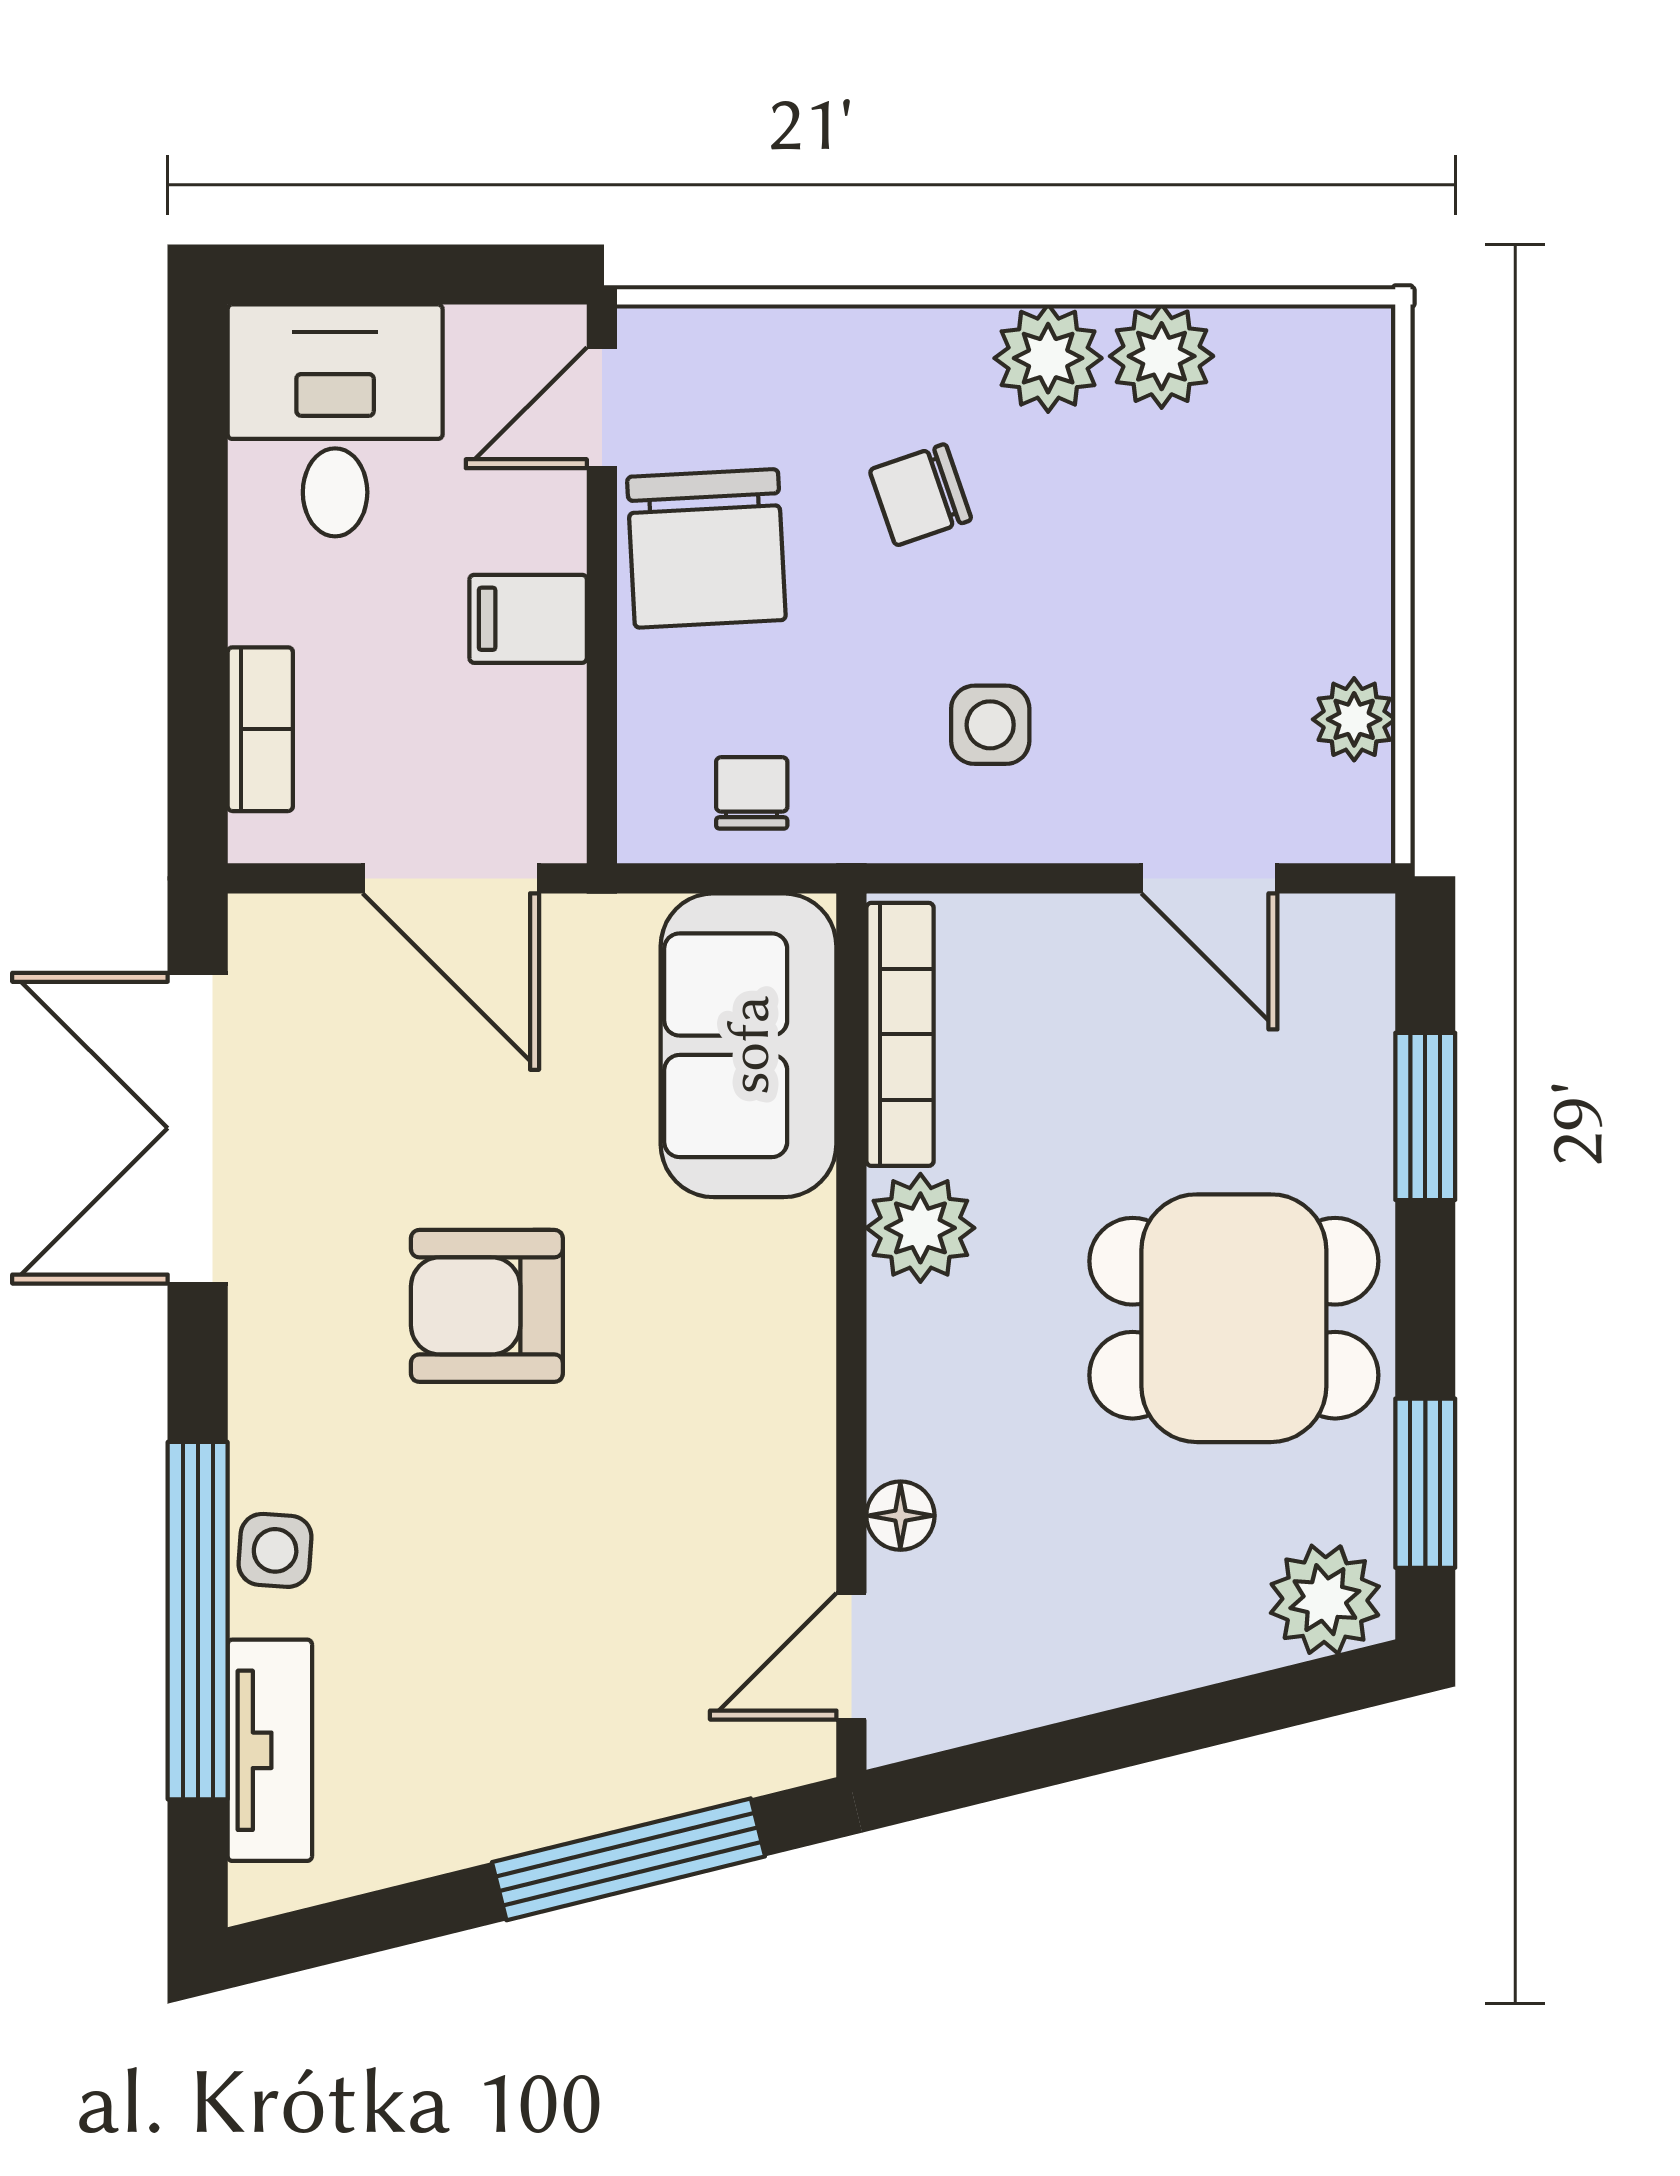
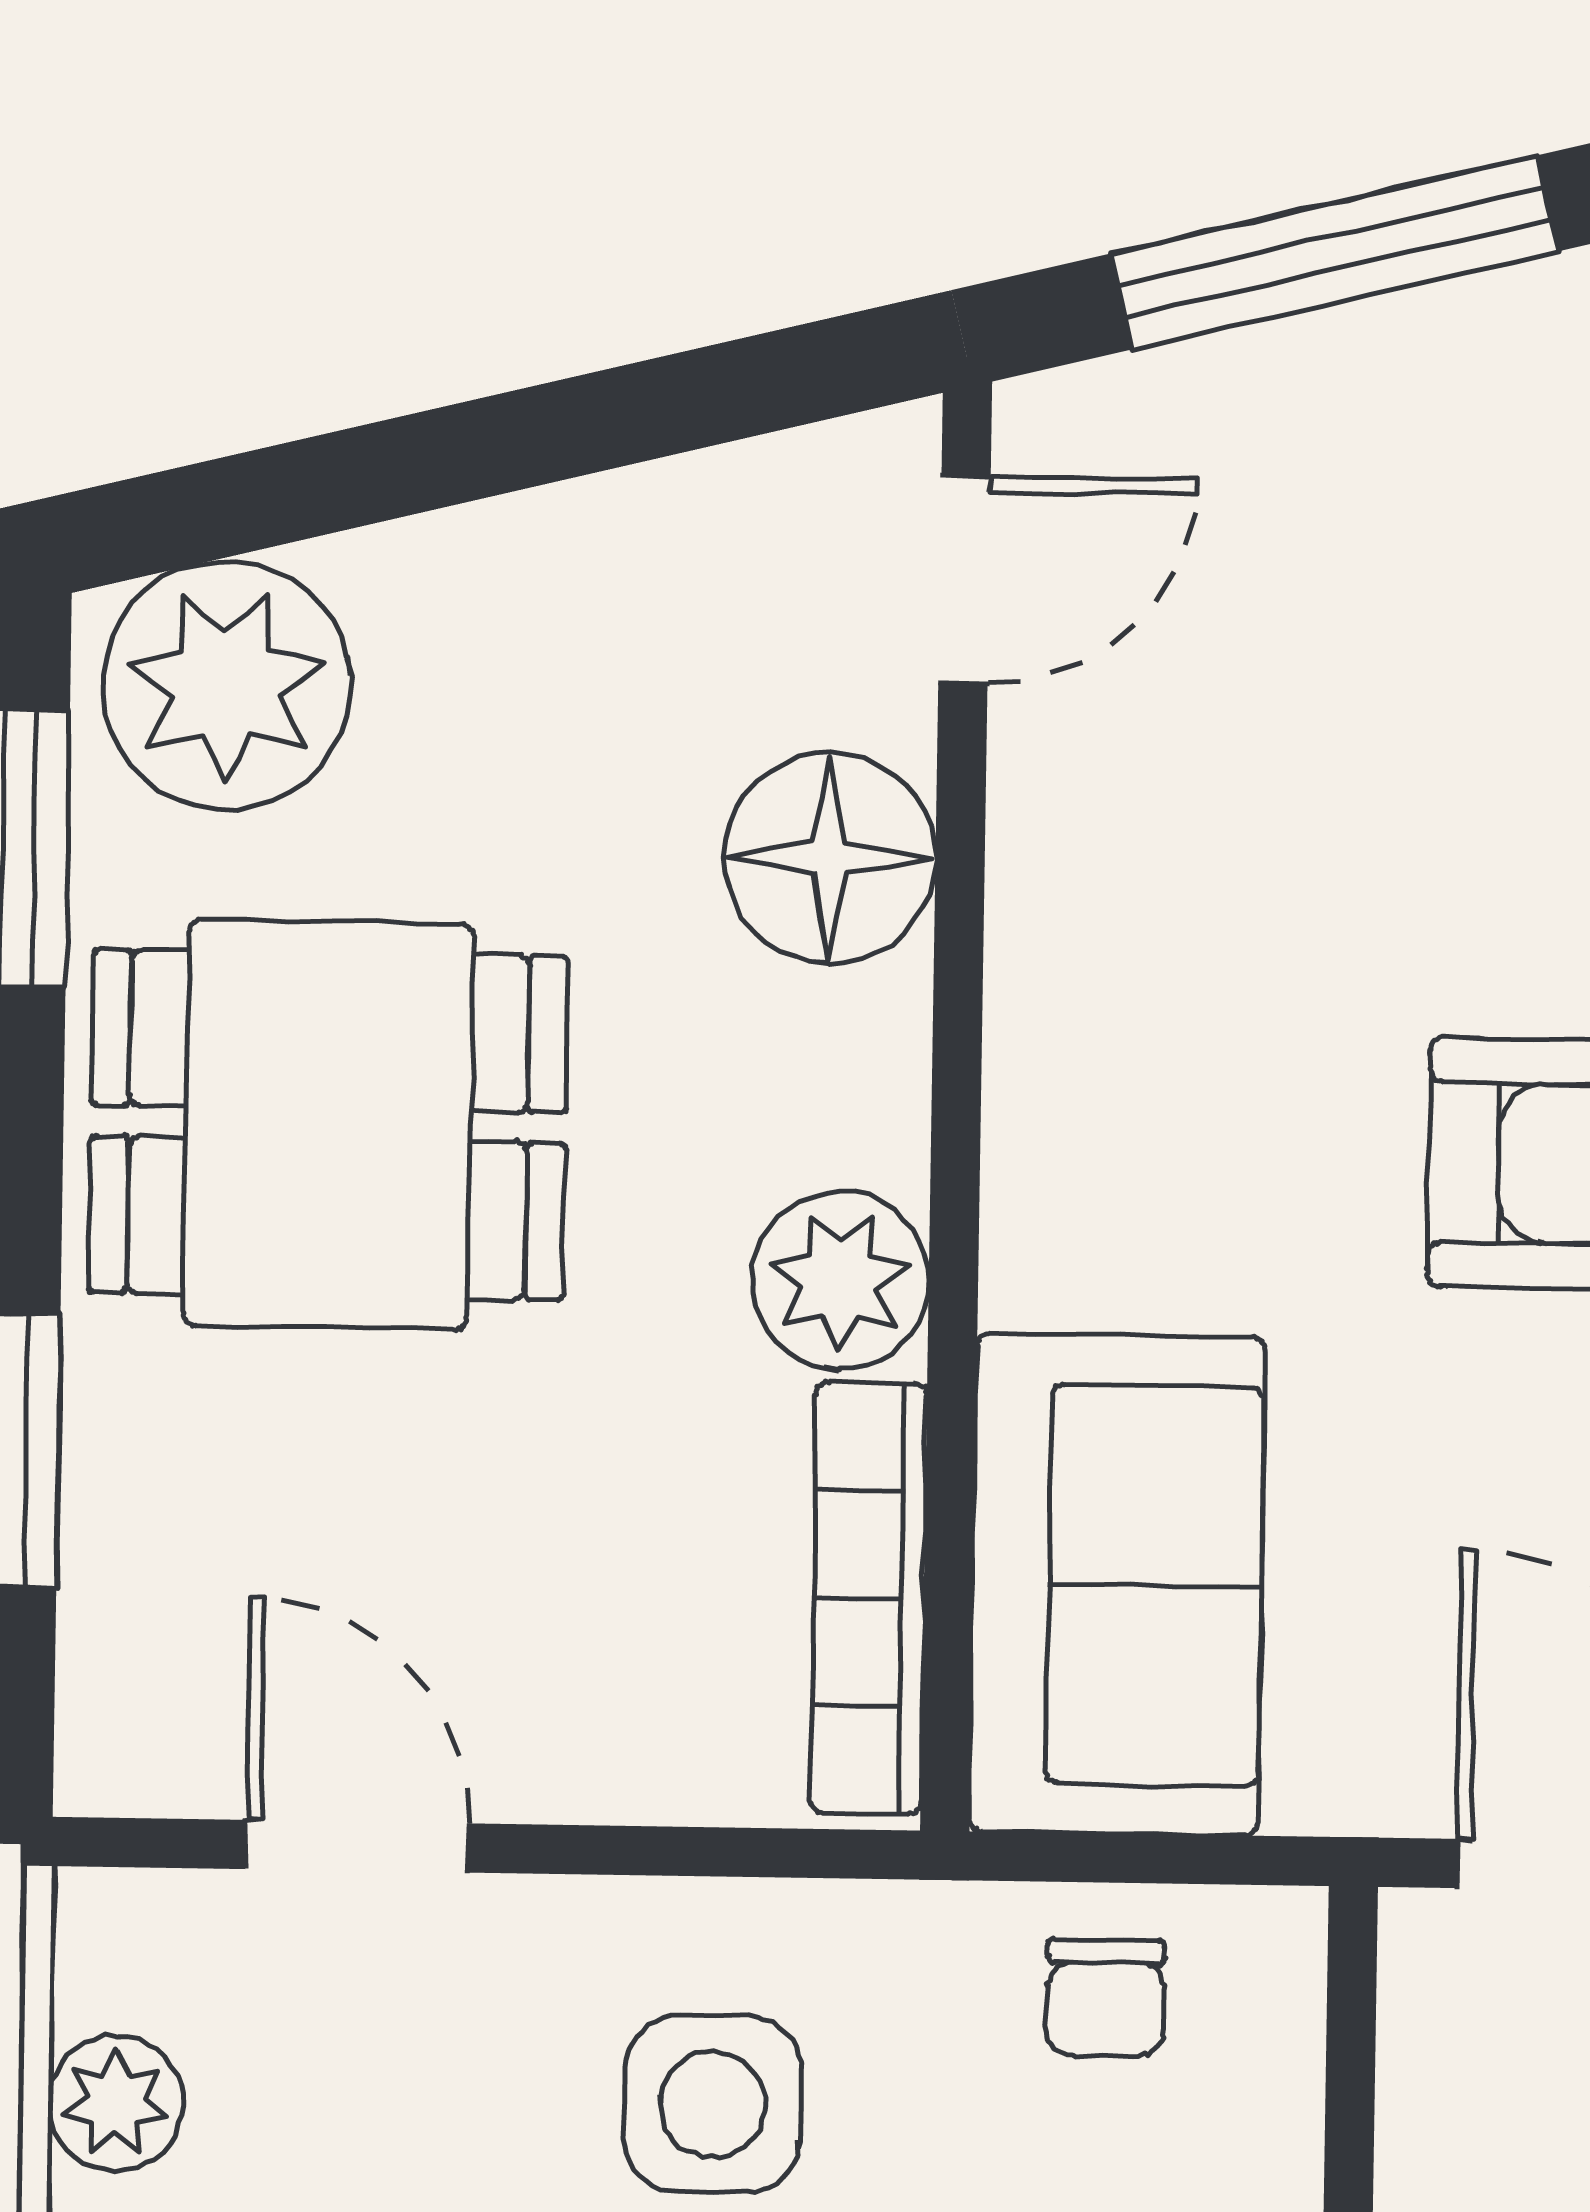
side table: (990, 725) -> (713, 2104), width x1.37, depth x1.37
floor lamp: (900, 1516) -> (830, 858), width x1.89, depth x1.89
plant: (1325, 1600) -> (226, 685), width x1.36, depth x1.36

